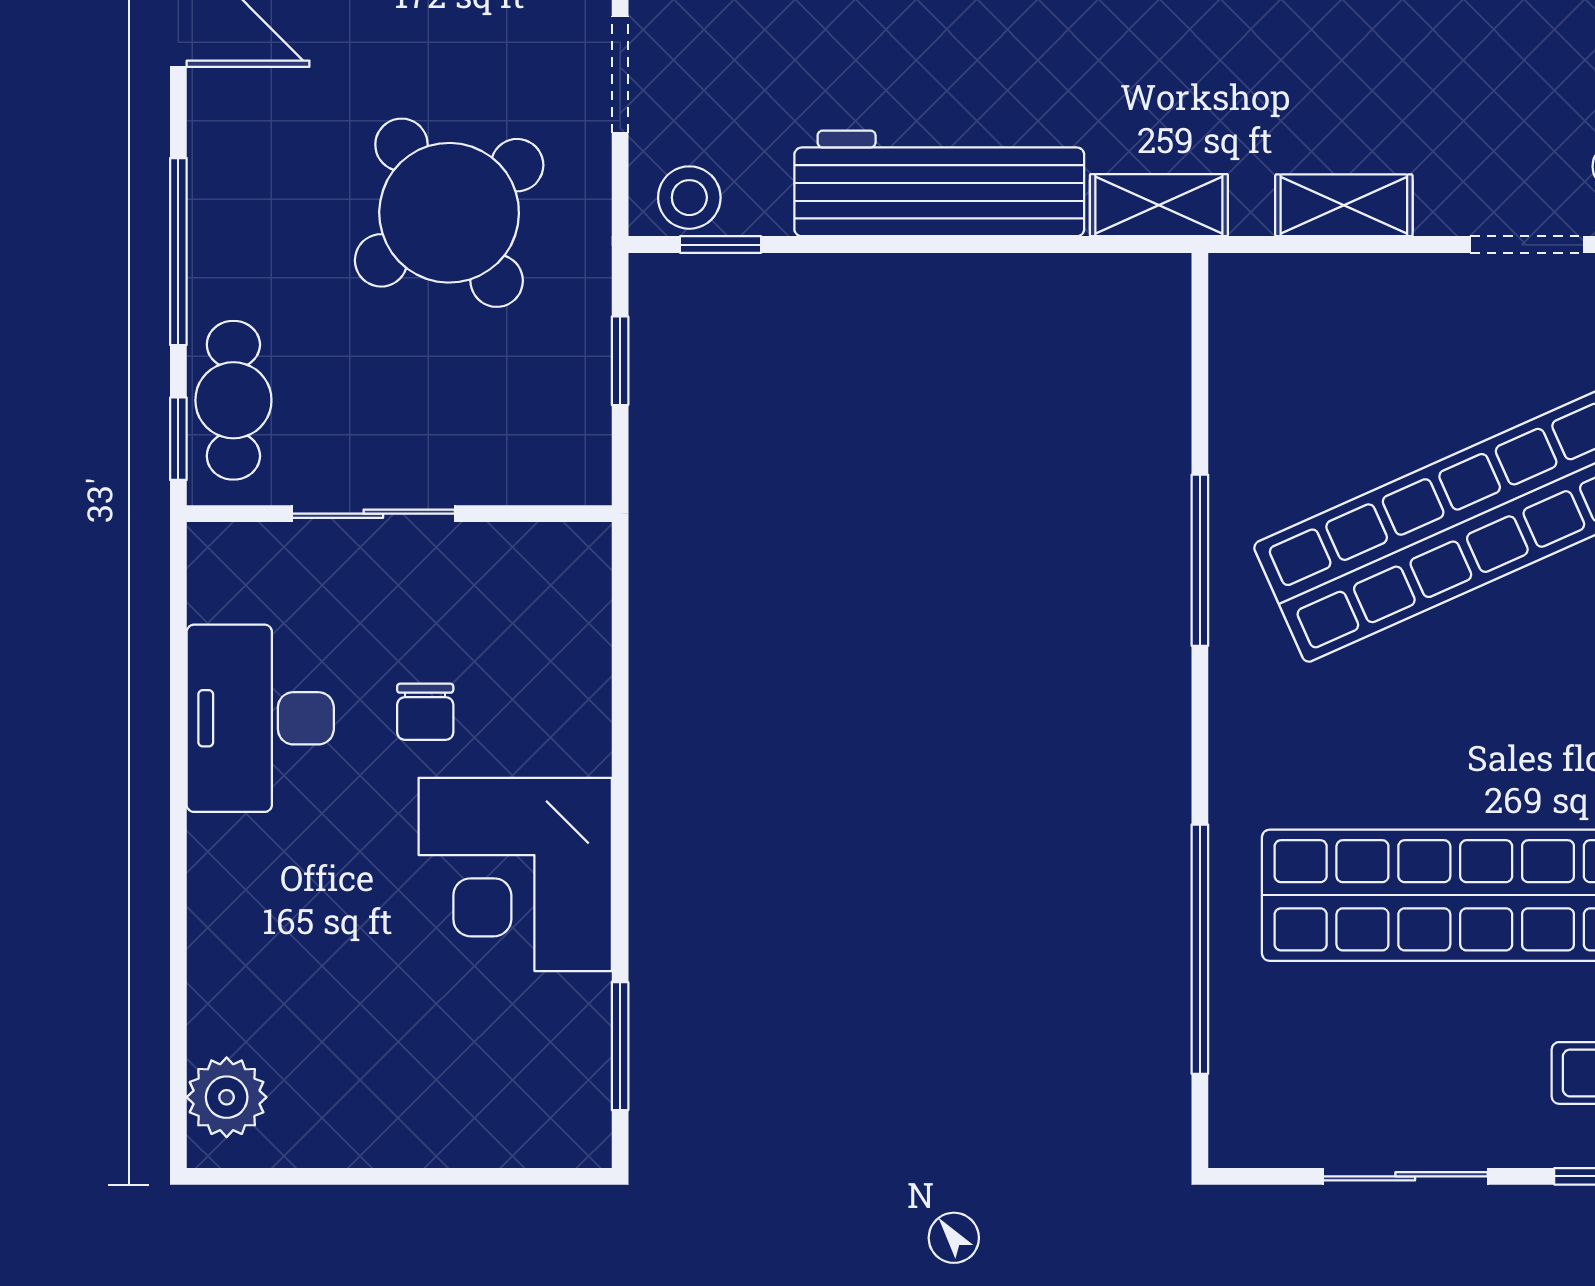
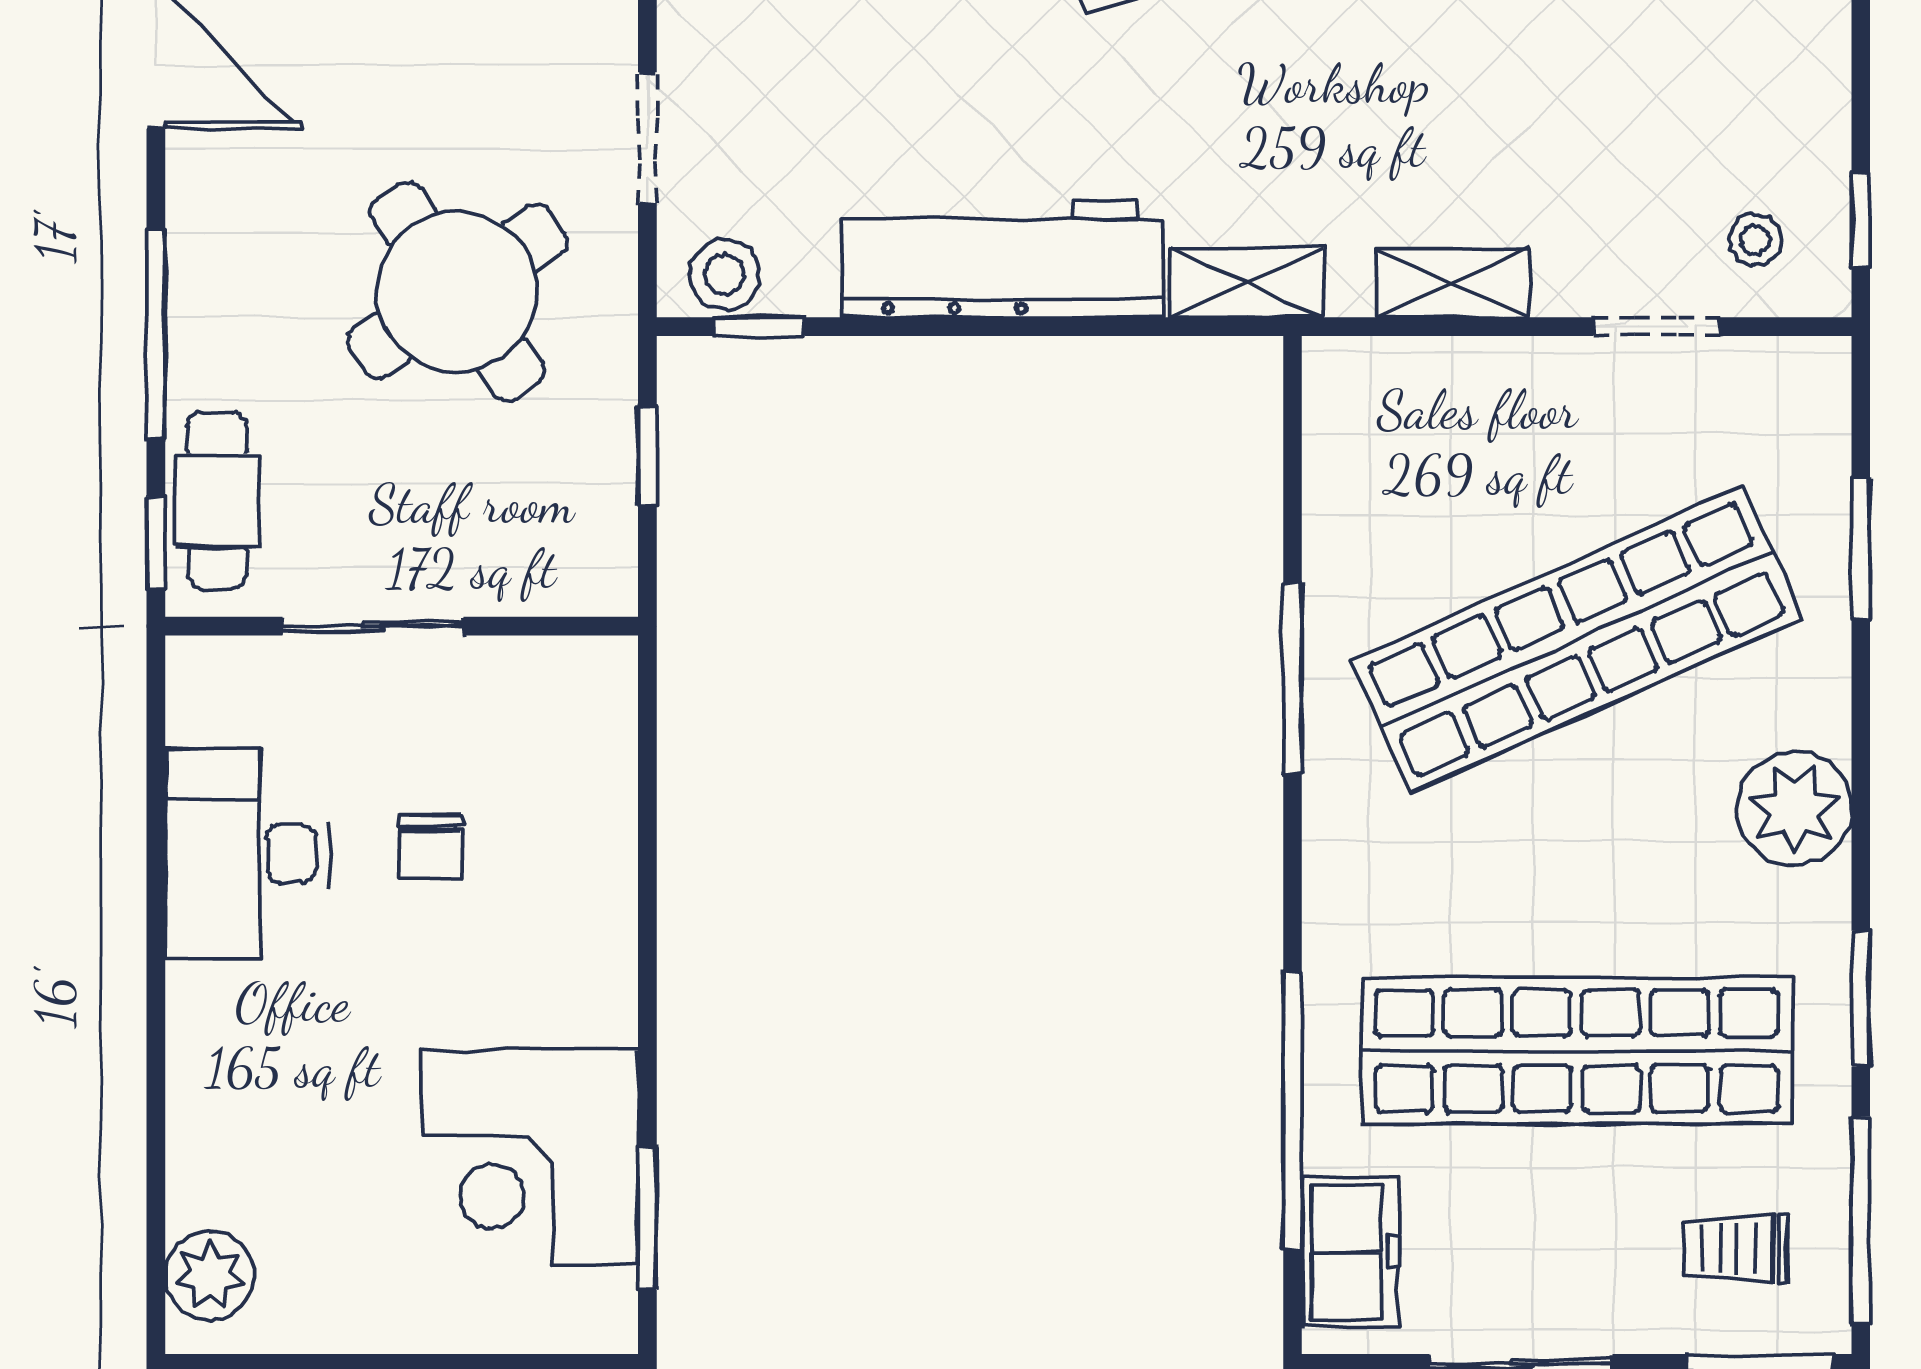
corner desk: (515, 874) -> (531, 1157), moved
freezer: (1252, 1076) -> (1350, 1252), added

